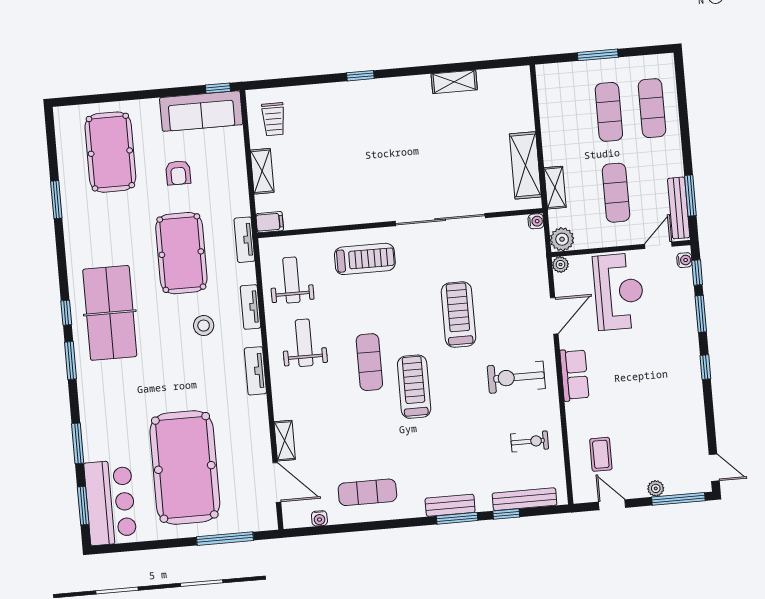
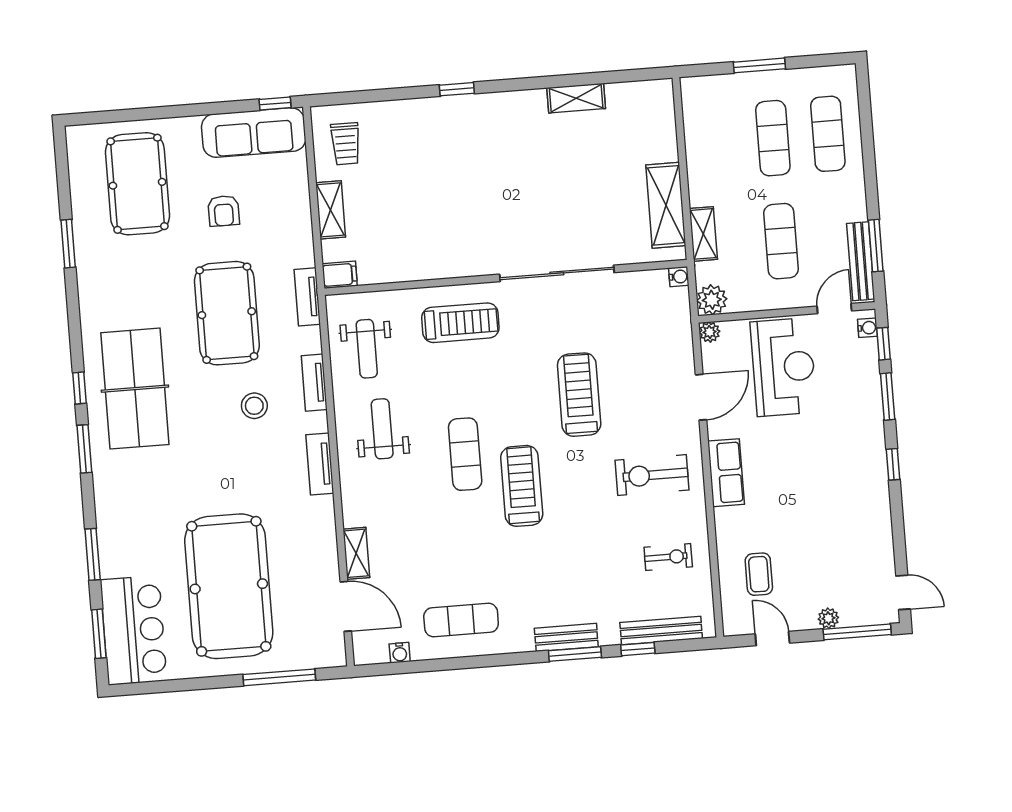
weight bench: (291, 280) -> (367, 349), turned 180

